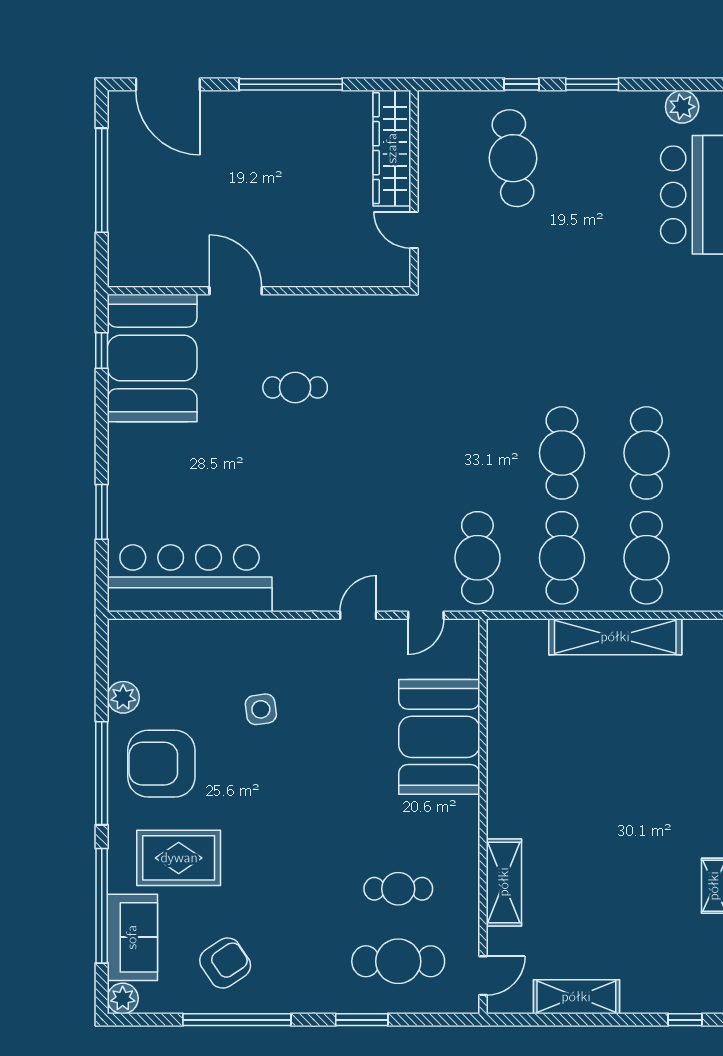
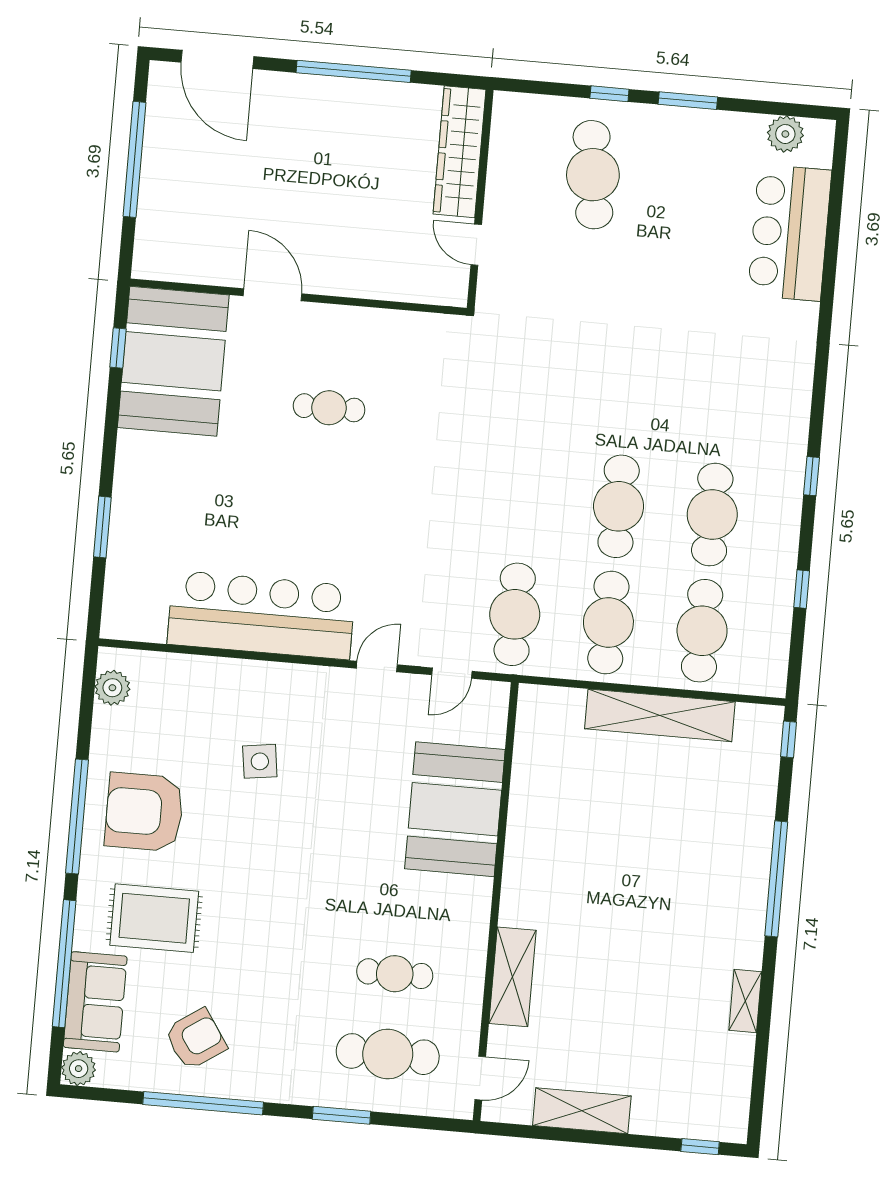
bar counter: (190, 578) -> (261, 615), moved
plant: (123, 697) -> (112, 688), moved

